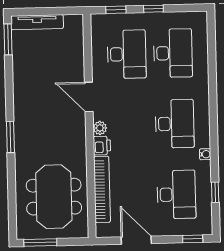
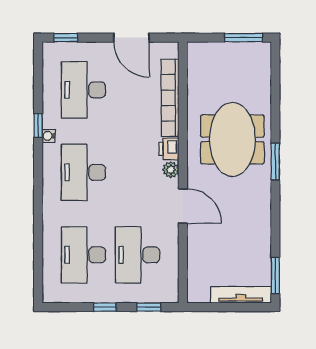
window: (215, 192) -> (38, 125), moved
meeting table: (54, 197) -> (232, 139), moved

